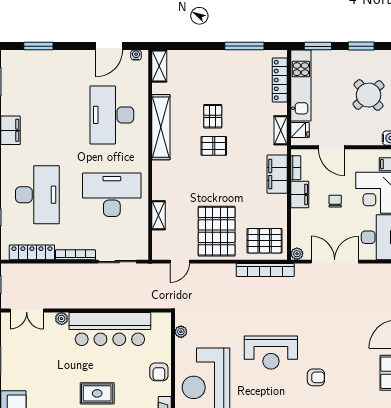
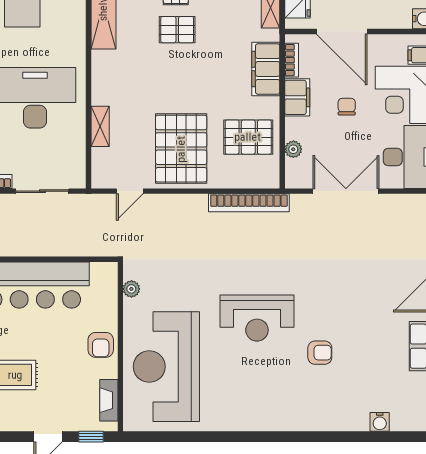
door: (332, 147) -> (342, 31), width x1.36
pallet: (265, 241) -> (248, 137), moved
plant: (297, 254) -> (293, 149), moved

